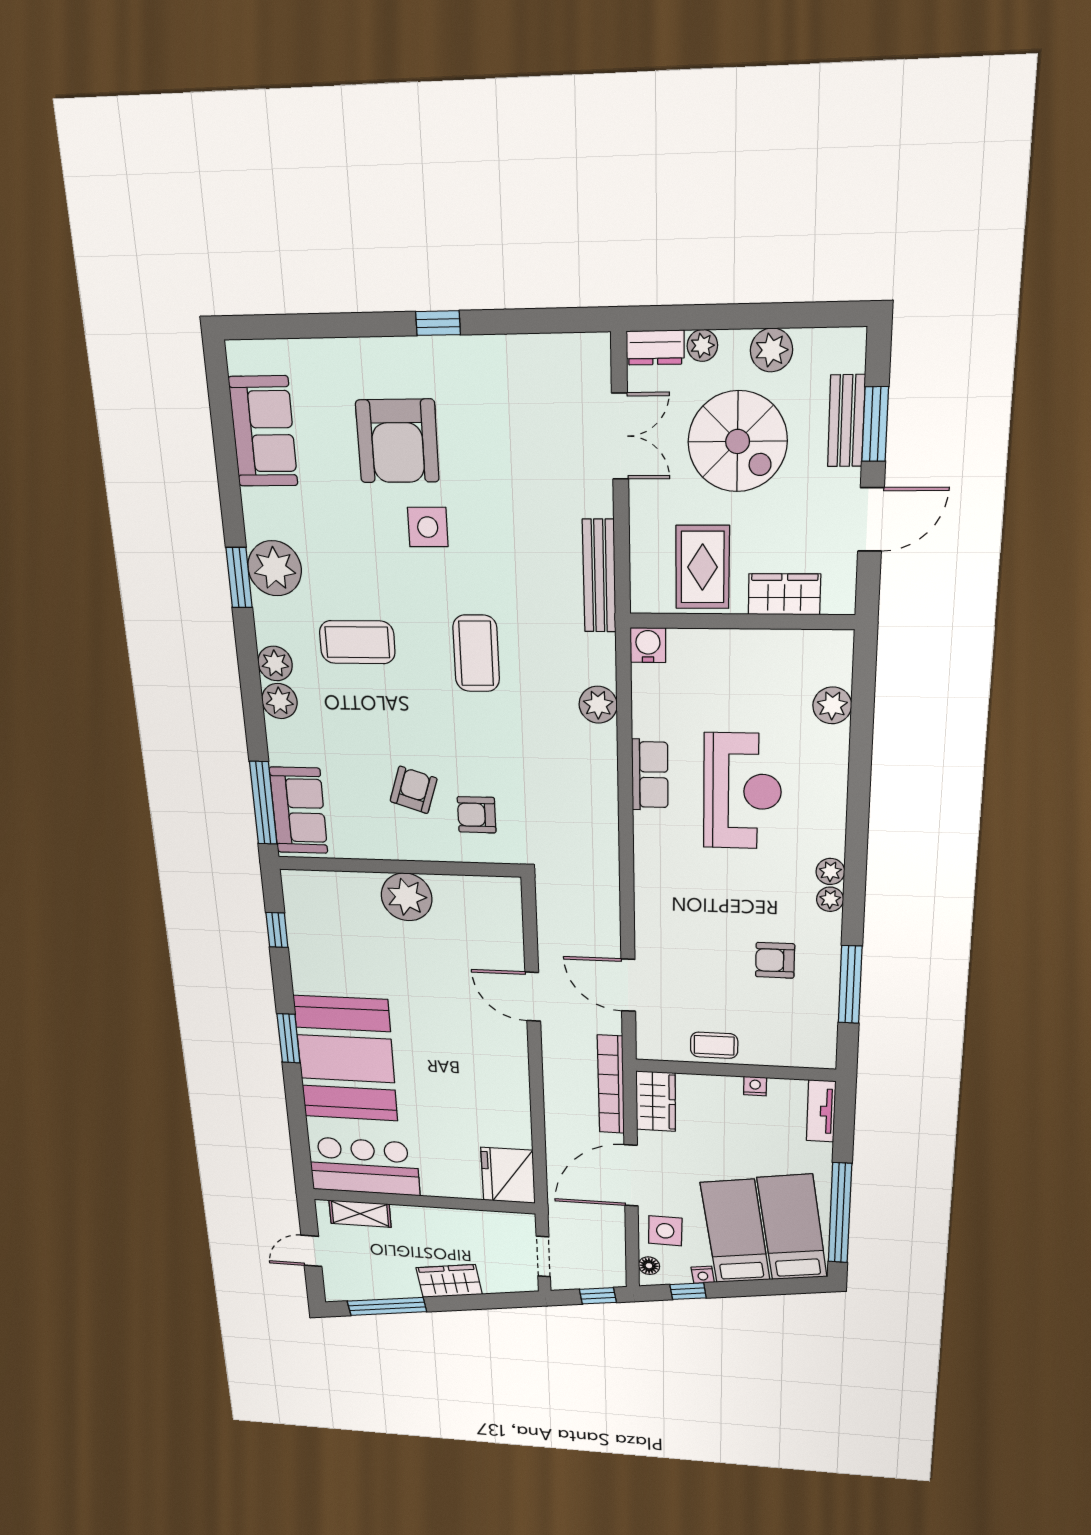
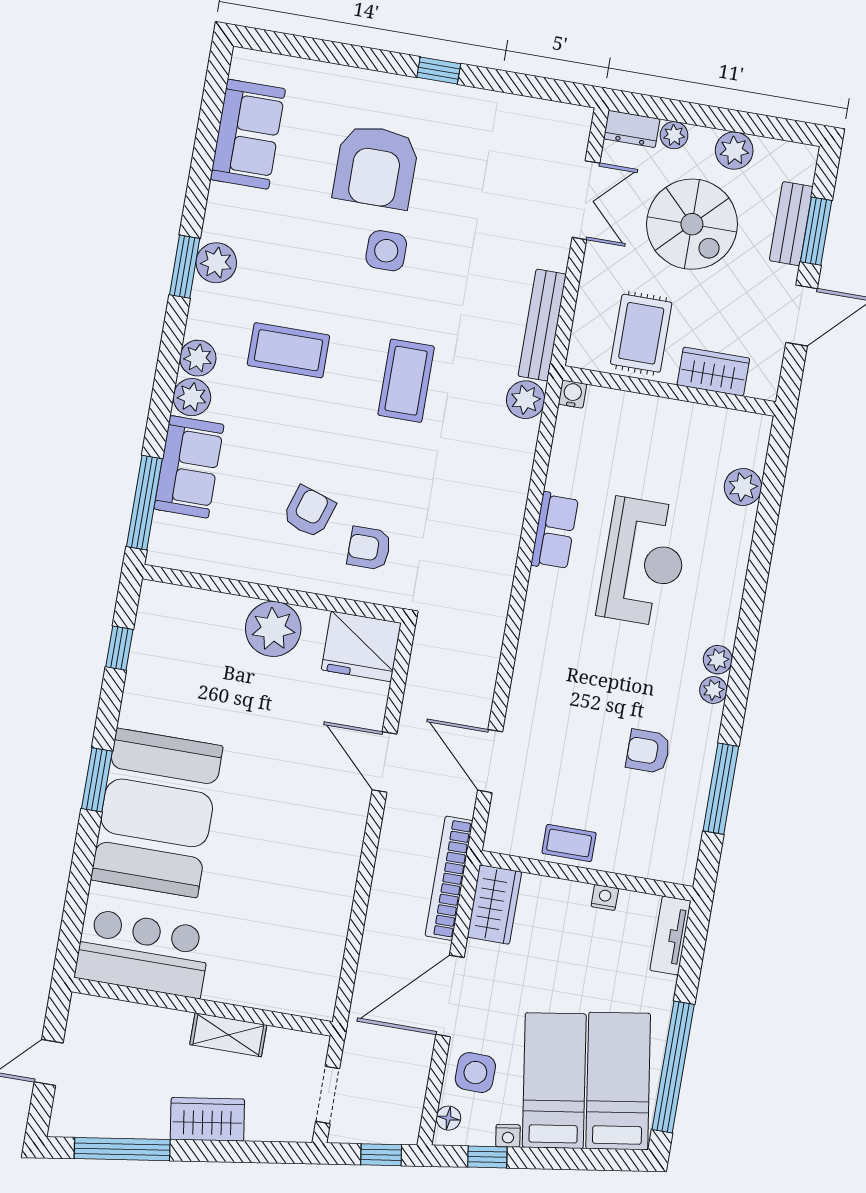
plant: (275, 568) -> (216, 263), width x0.73, depth x0.73
water cooler: (648, 645) -> (572, 394), width x0.72, depth x0.72
plant: (598, 705) -> (526, 400), moved
sofa: (299, 810) -> (189, 467), moved
fridge: (508, 1175) -> (361, 646), moved, turned -90
shelving: (360, 1214) -> (228, 1035), moved

